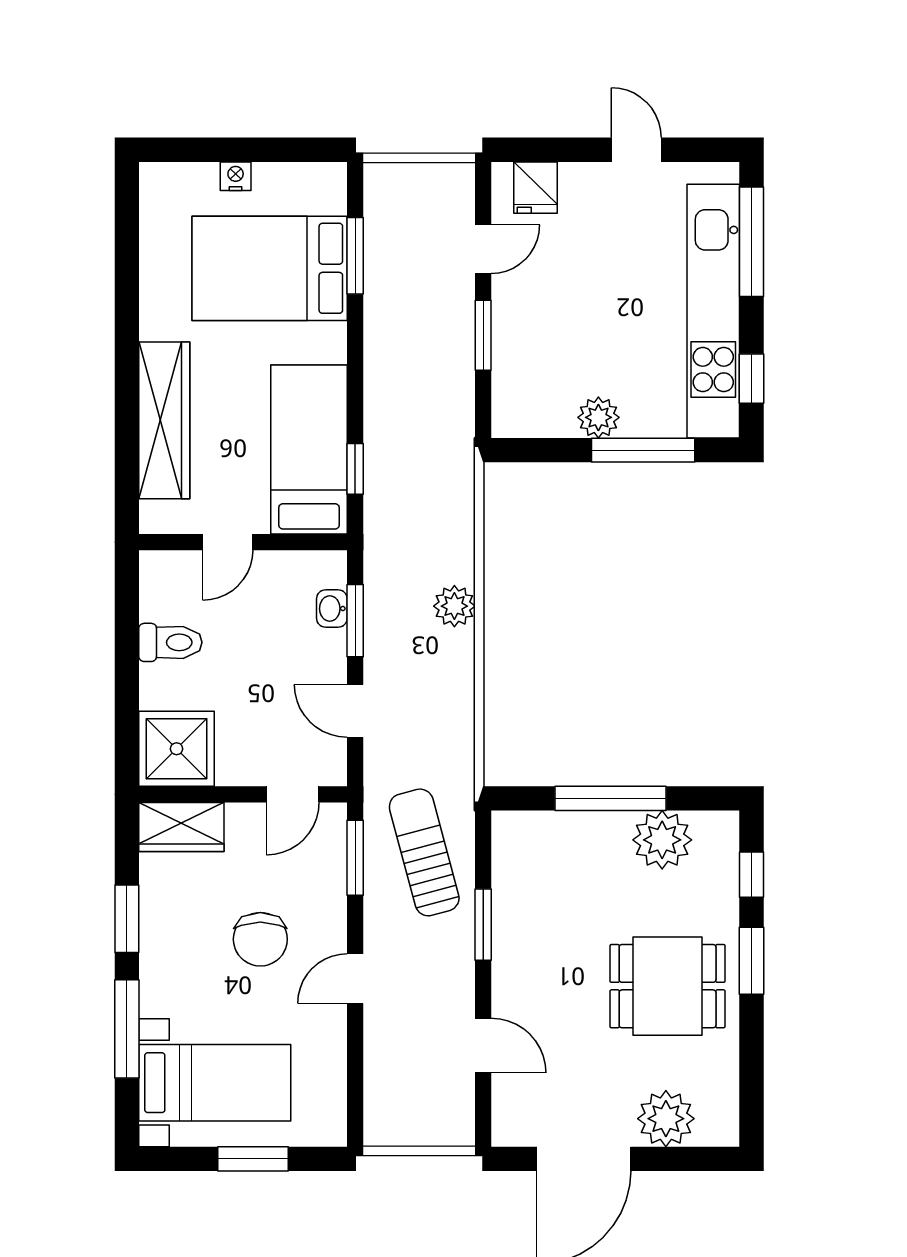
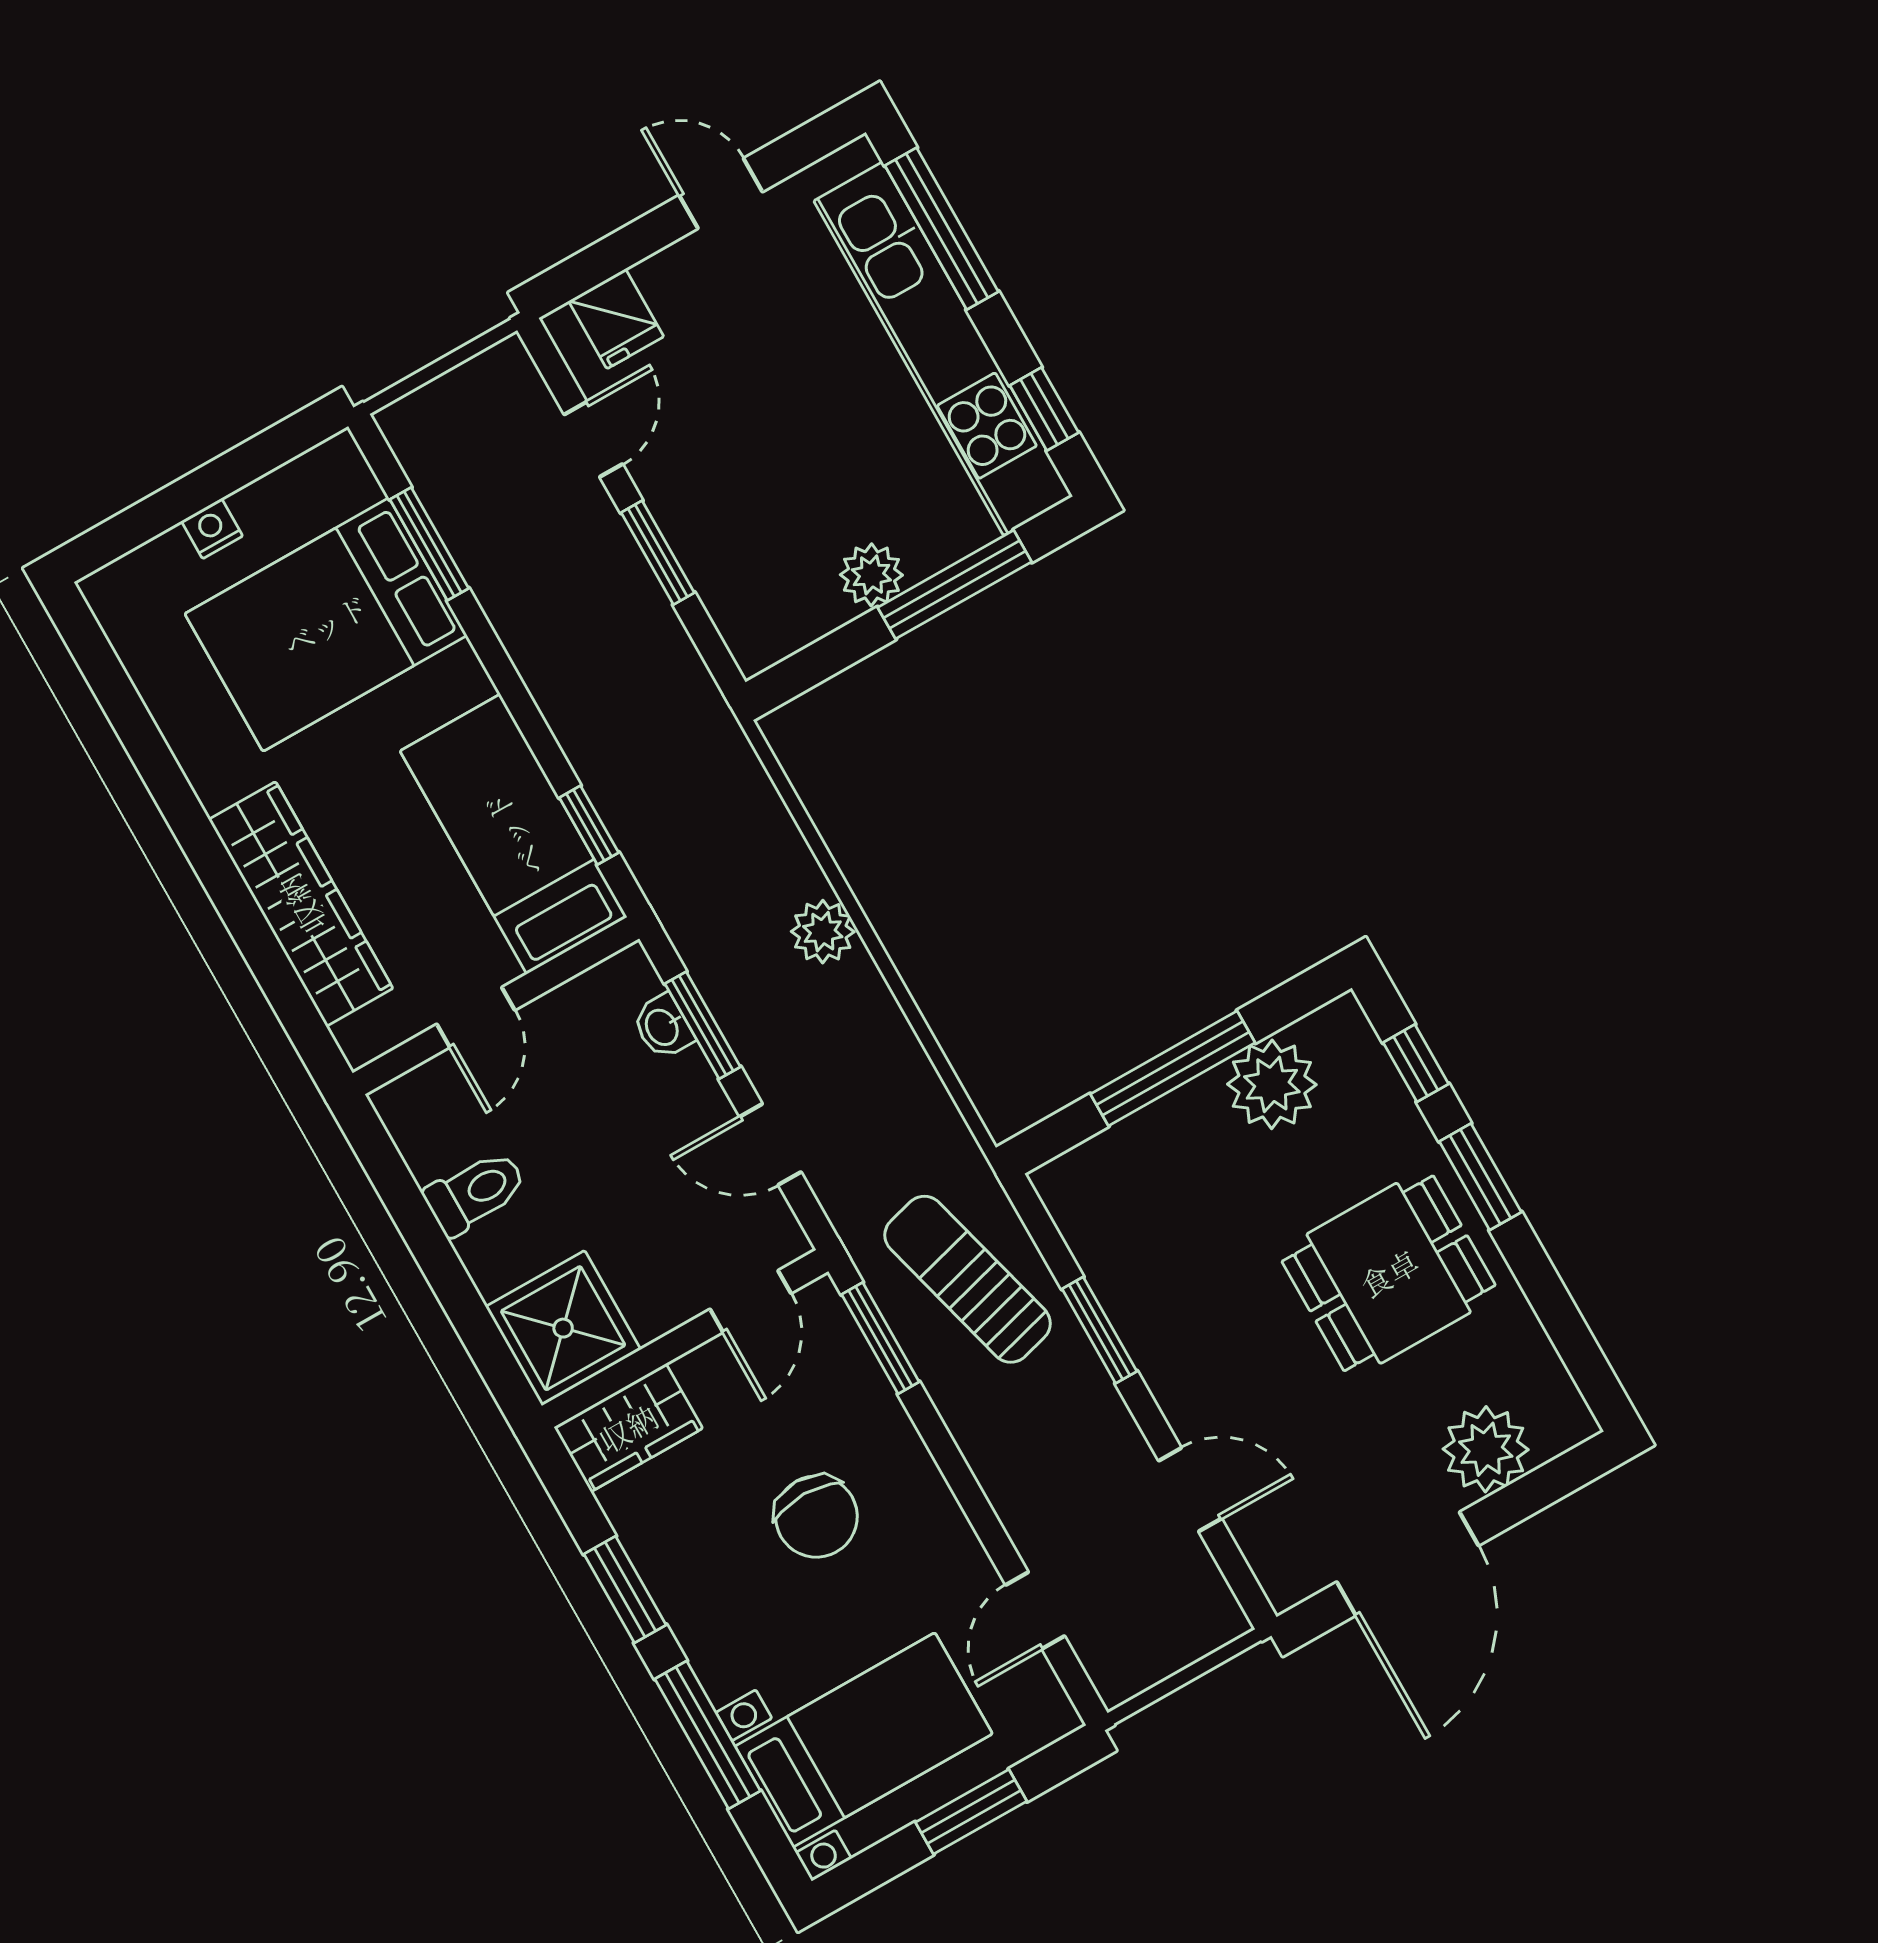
door: (355, 979) -> (1035, 1611), moved

